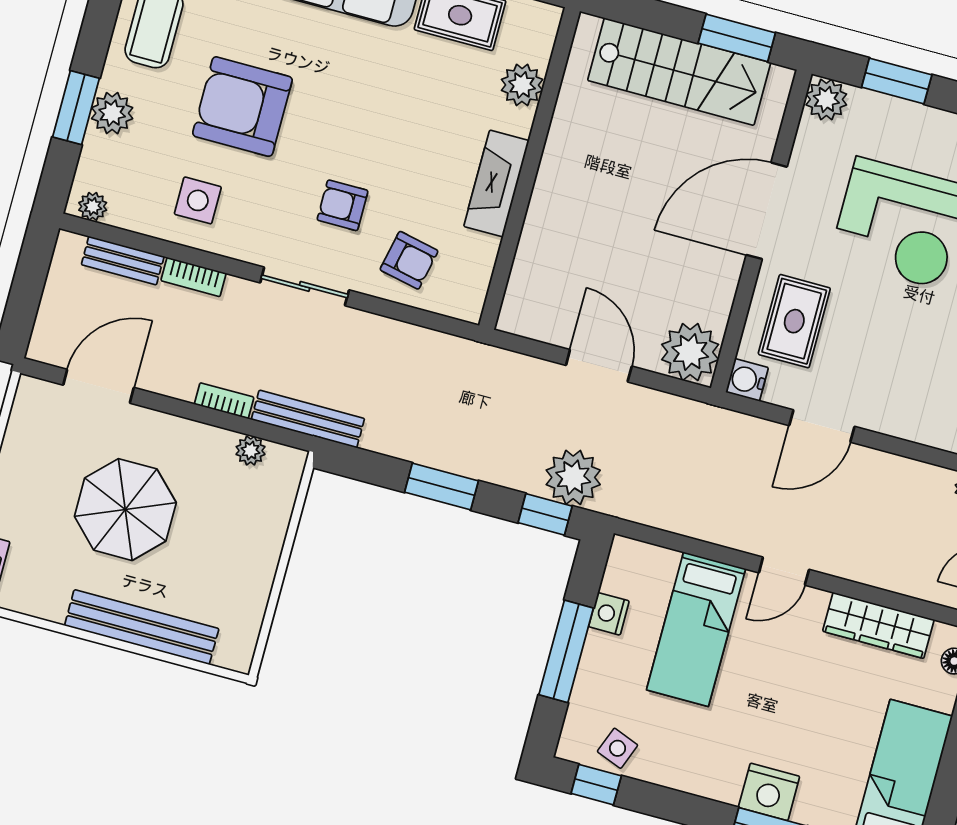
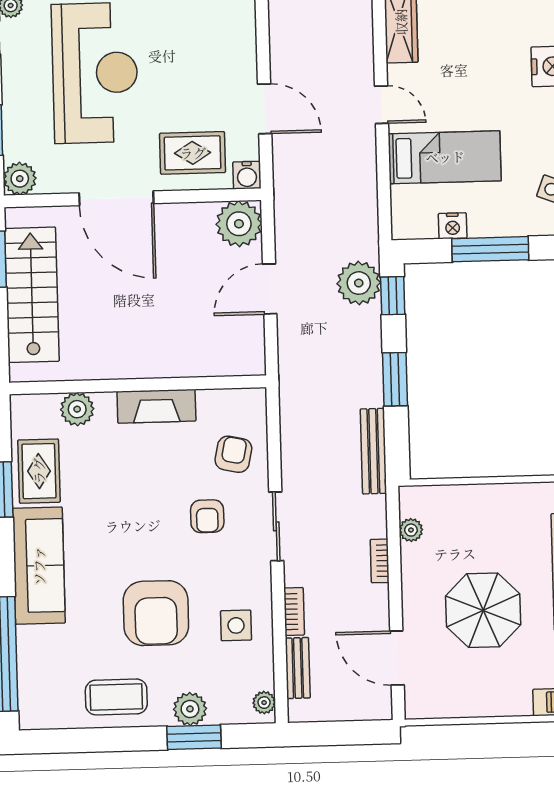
bench: (308, 419) -> (373, 451), moved

